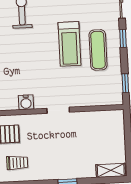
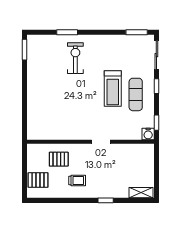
water cooler: (26, 102) -> (148, 134), moved
trolley: (17, 163) -> (77, 180), moved

